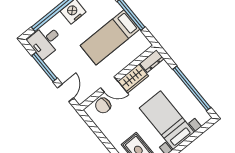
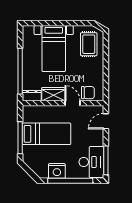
desk: (45, 41) -> (91, 162), width x1.37
window: (44, 67) -> (106, 160), moved
window: (192, 88) -> (20, 71), moved

